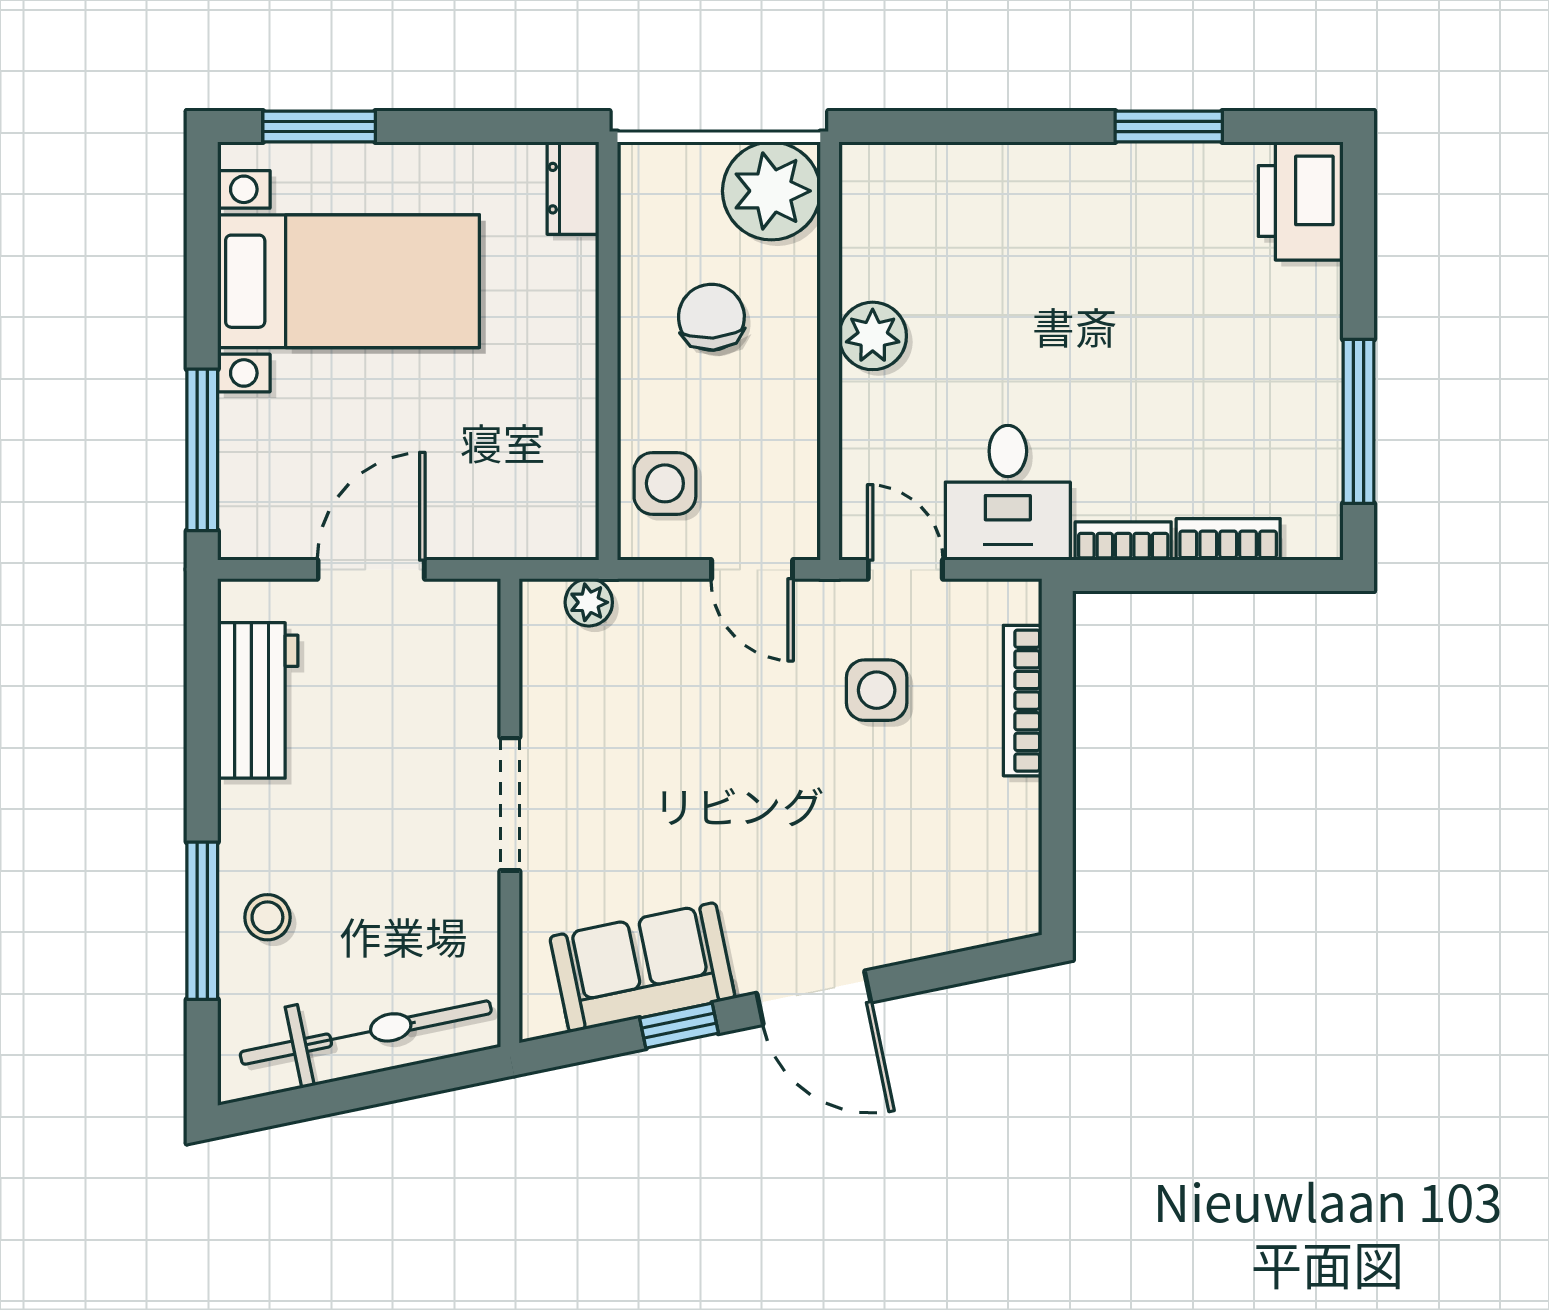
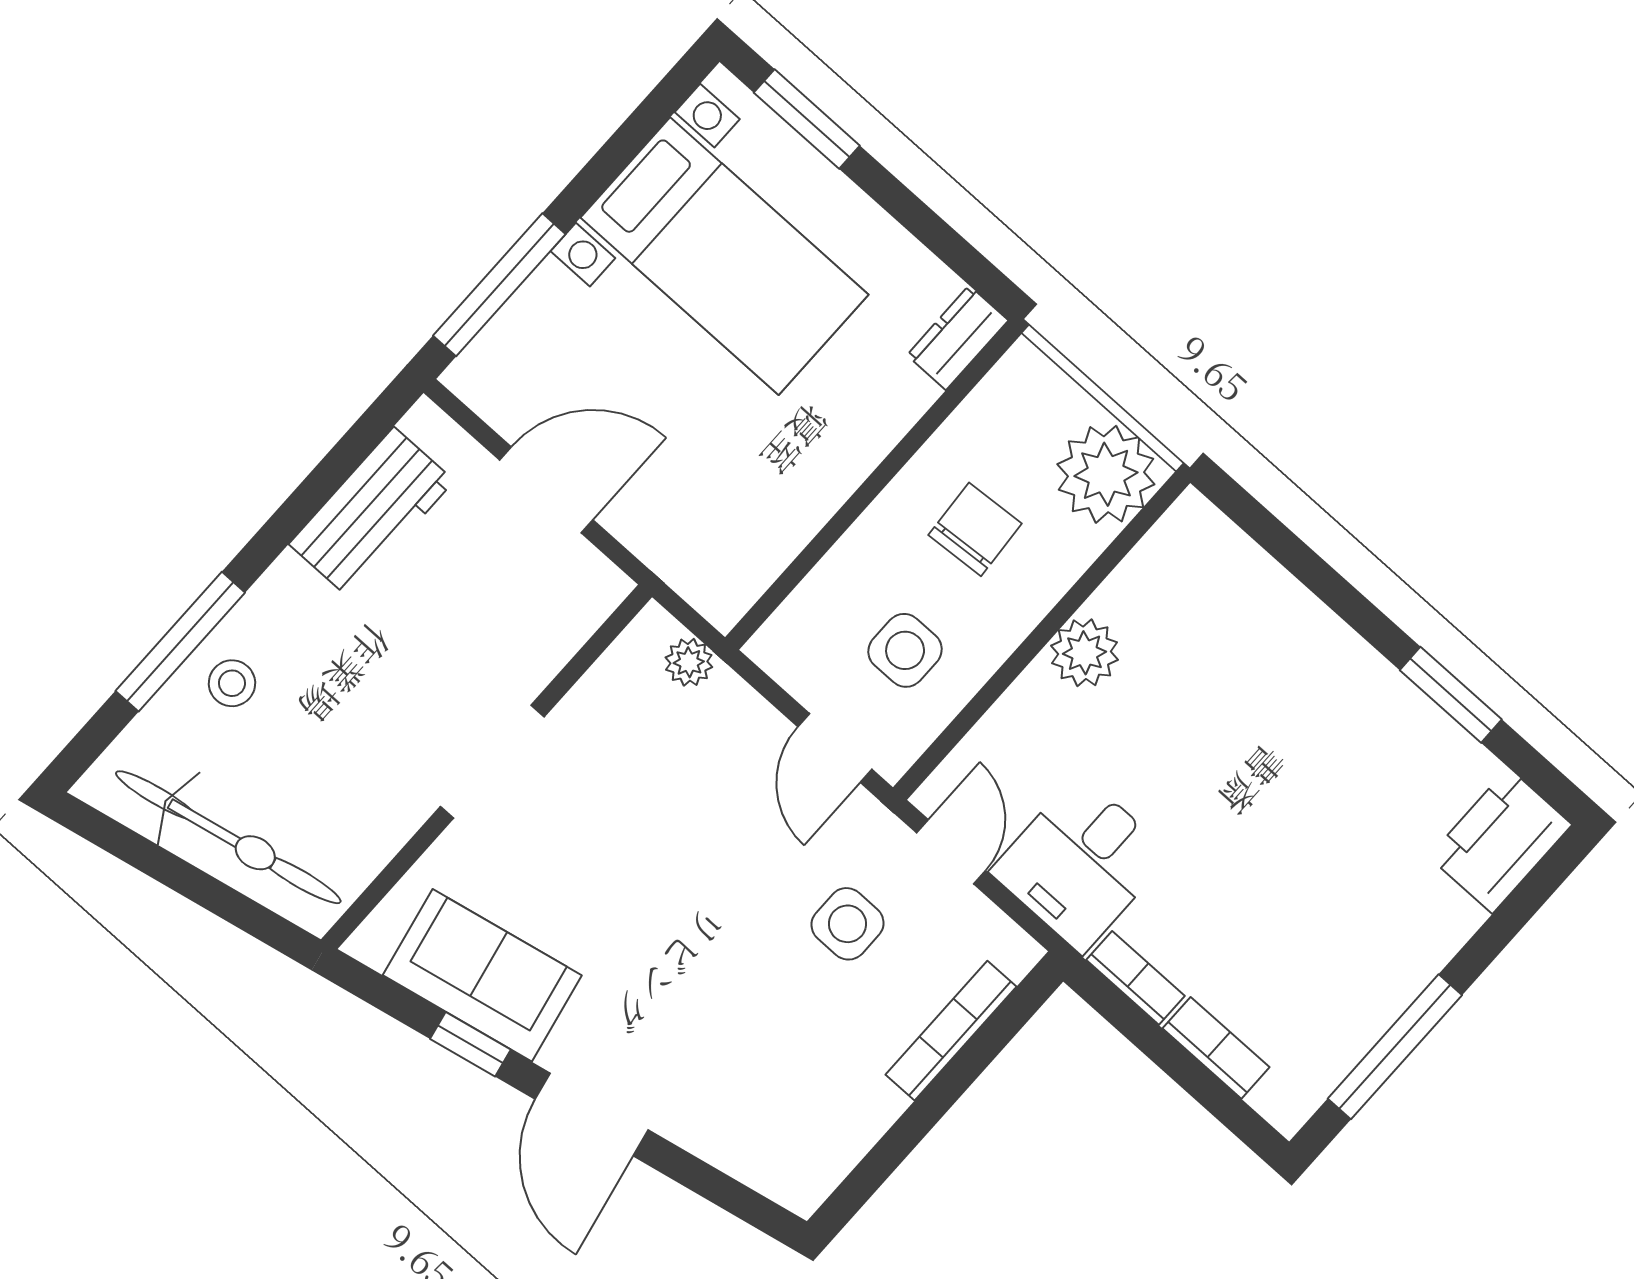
side table: (665, 483) -> (905, 650), moved

